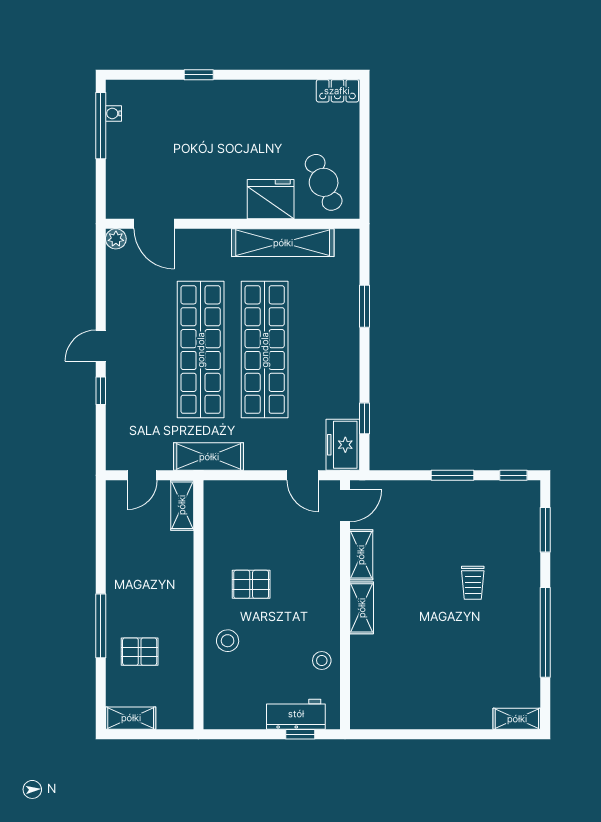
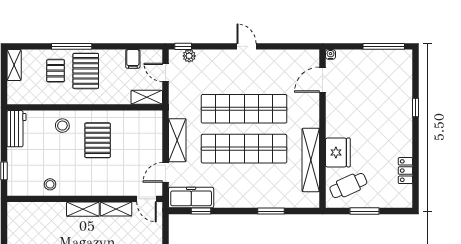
locker: (337, 91) -> (405, 171), moved
water cooler: (114, 113) -> (331, 54), moved
window: (365, 157) -> (364, 211), added
plant: (116, 239) -> (189, 56), moved
window: (101, 391) -> (183, 46), moved
freezer: (343, 445) -> (191, 198), width x1.40
shelving: (209, 457) -> (177, 140), moved
filing cabinet: (121, 528) -> (133, 59), added
pallet: (251, 584) -> (98, 140), width x1.50, depth x1.42
pallet: (140, 603) -> (86, 71), added
workbench: (296, 714) -> (16, 129), moved

